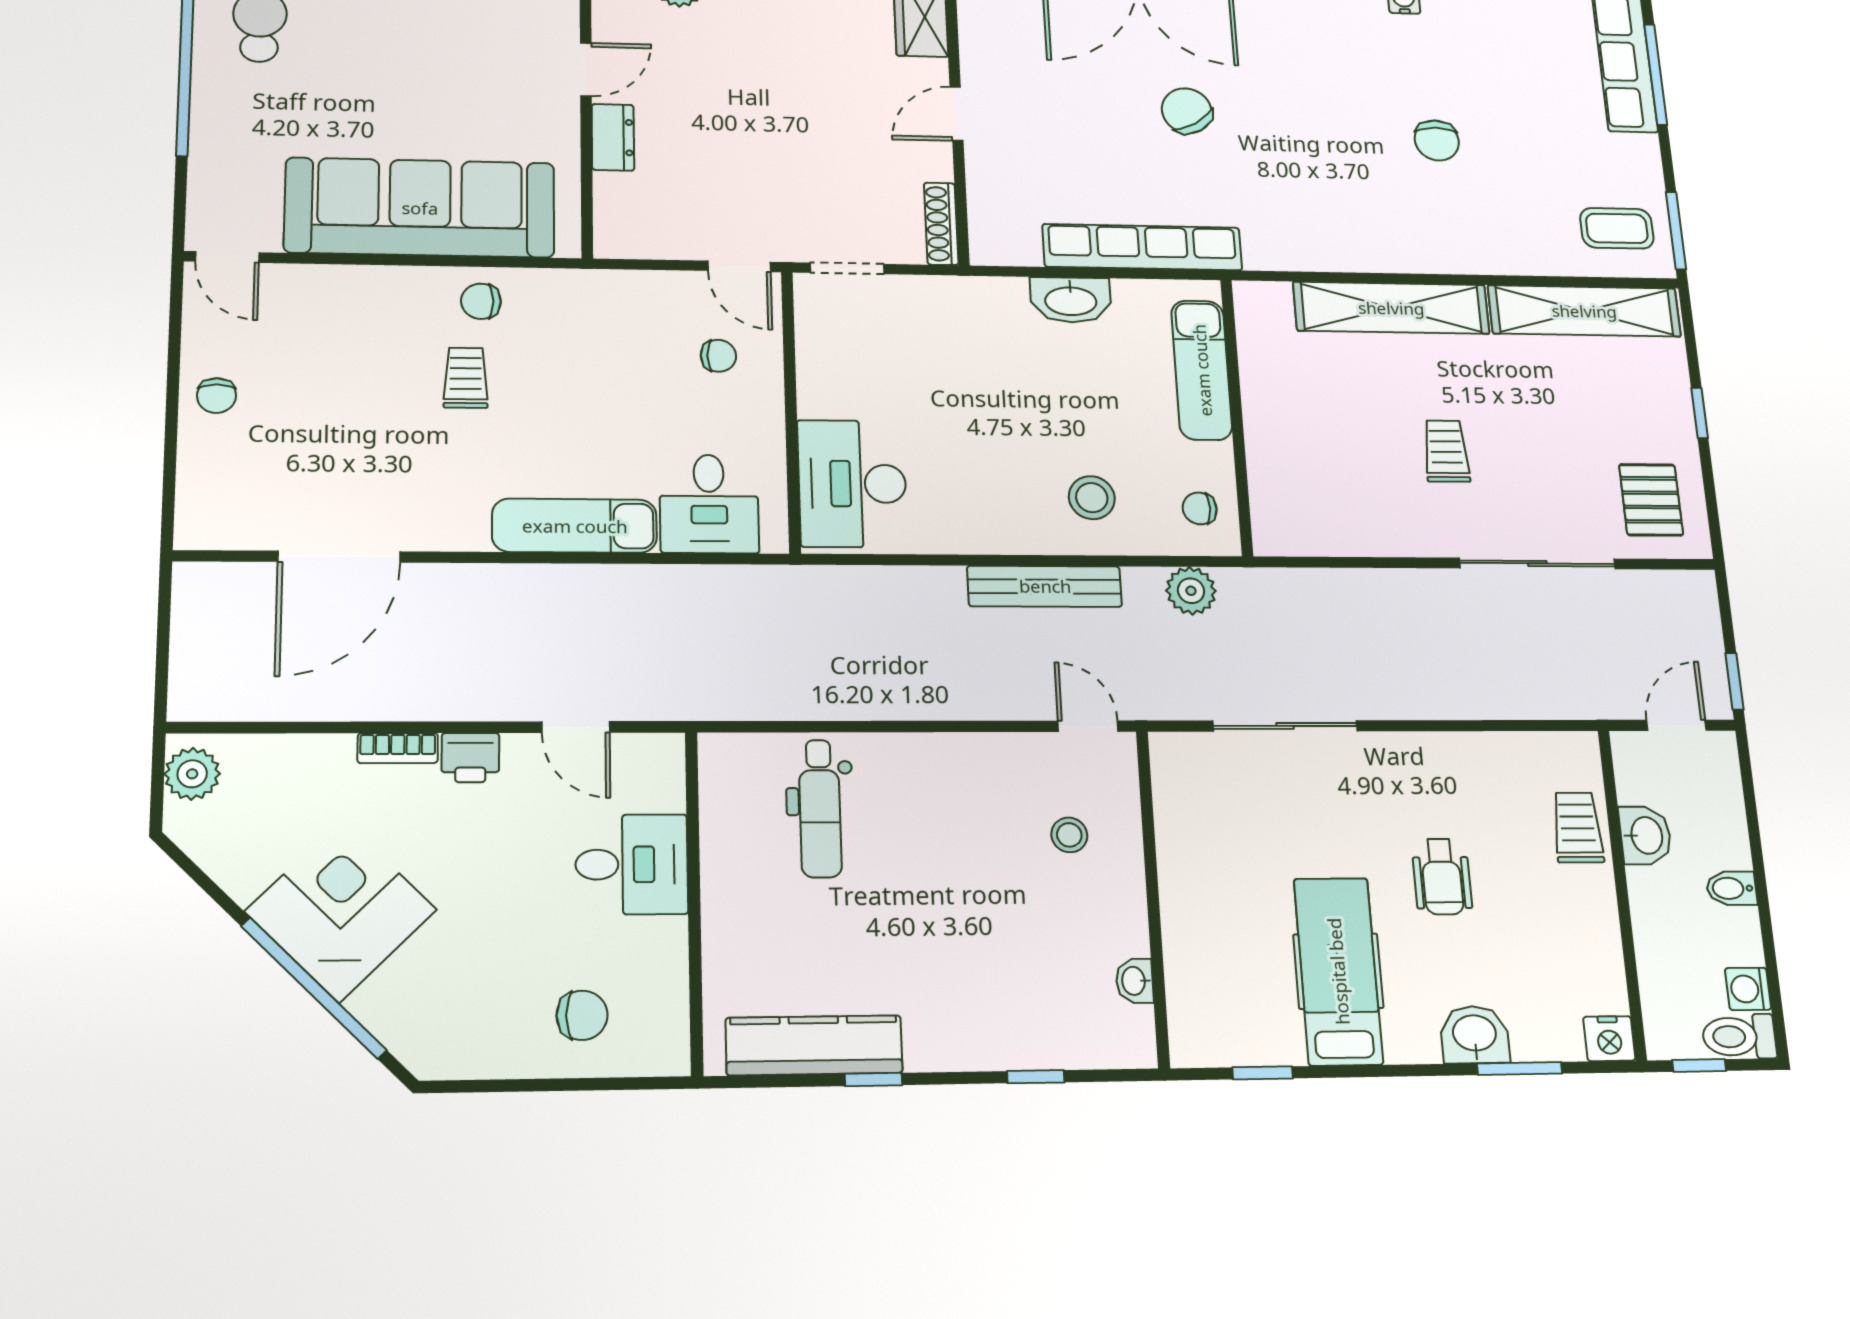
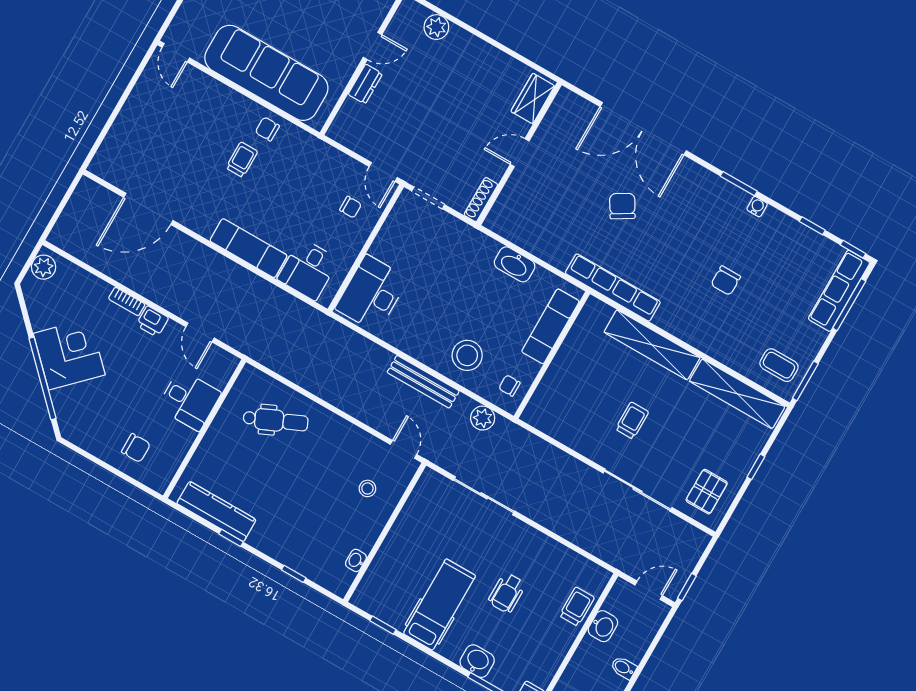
row of seats: (1142, 247) -> (613, 288), moved
chair: (217, 396) -> (138, 112), removed
stool: (1092, 498) -> (467, 355), width x1.38, depth x1.38
dental chair: (820, 808) -> (276, 420), turned -114

